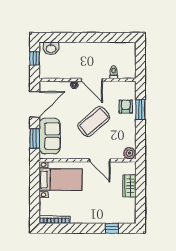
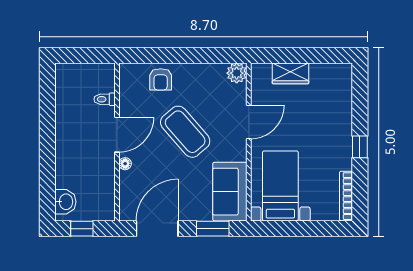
door: (35, 104) -> (157, 229), hinge flipped
armchair: (126, 107) -> (161, 79), turned -90
window: (140, 109) -> (165, 55), removed
sofa: (50, 136) -> (230, 192), moved, turned -90
window: (112, 228) -> (360, 147), moved

